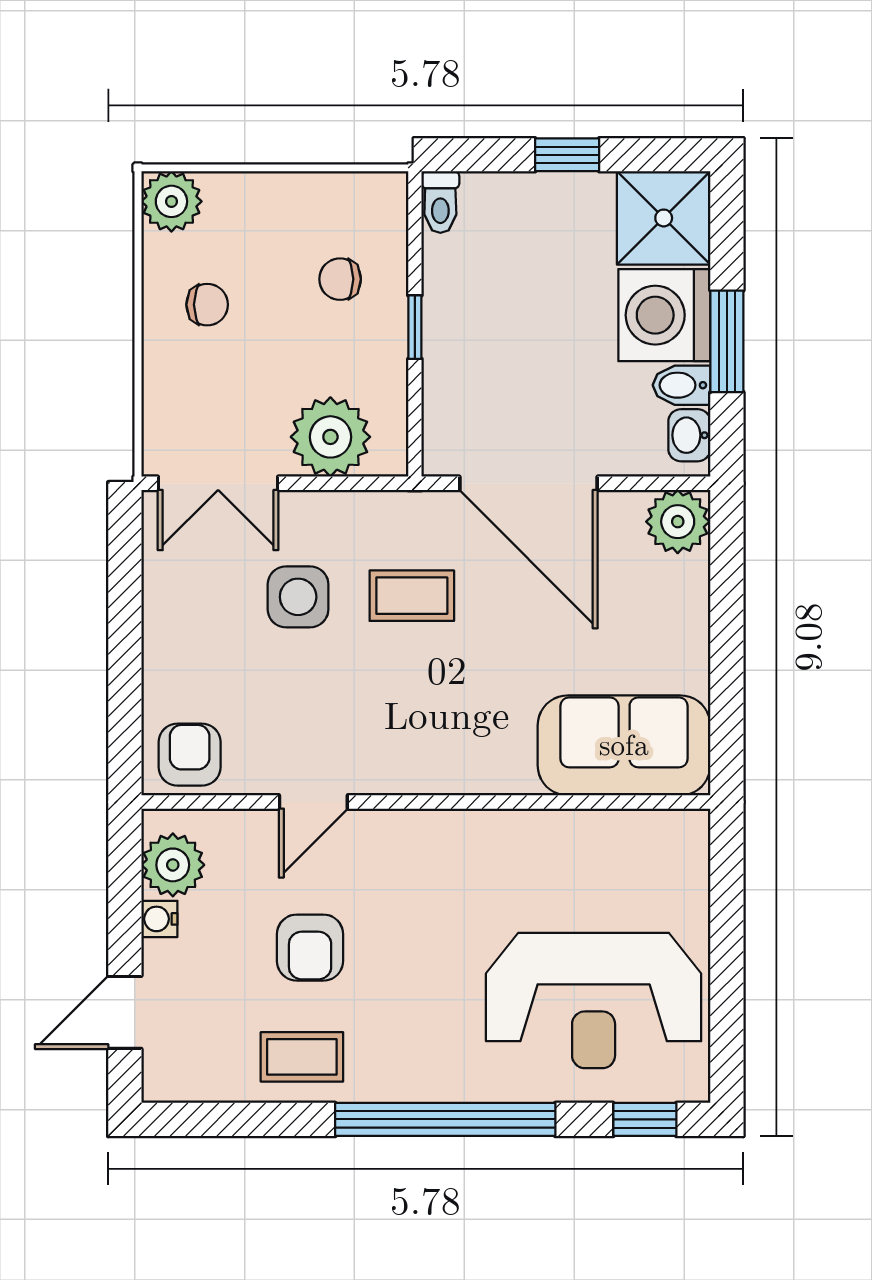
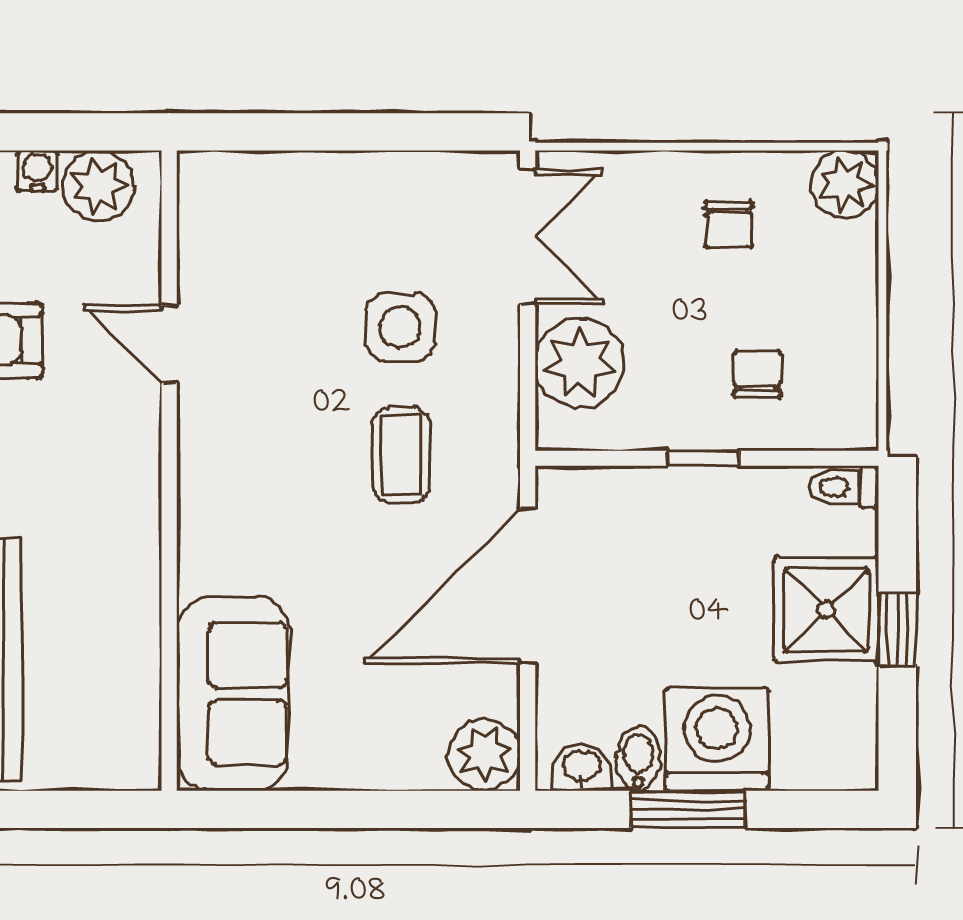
shower: (664, 218) -> (826, 610), moved
double door: (218, 483) -> (528, 237), swing flipped
armchair: (190, 755) -> (222, 205), removed

